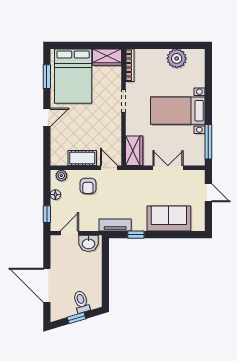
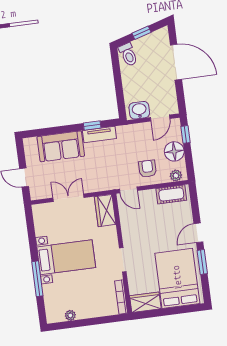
plant: (177, 58) -> (70, 315), width x0.53, depth x0.53
window: (47, 77) -> (202, 262), moved
window: (208, 142) -> (37, 279), moved
cot: (82, 158) -> (171, 194), moved
double door: (168, 168) -> (68, 198), swing flipped
floor lamp: (55, 195) -> (174, 151), width x1.89, depth x1.89
tv unit: (115, 225) -> (99, 135), moved
toilet: (81, 302) -> (128, 55), moved

